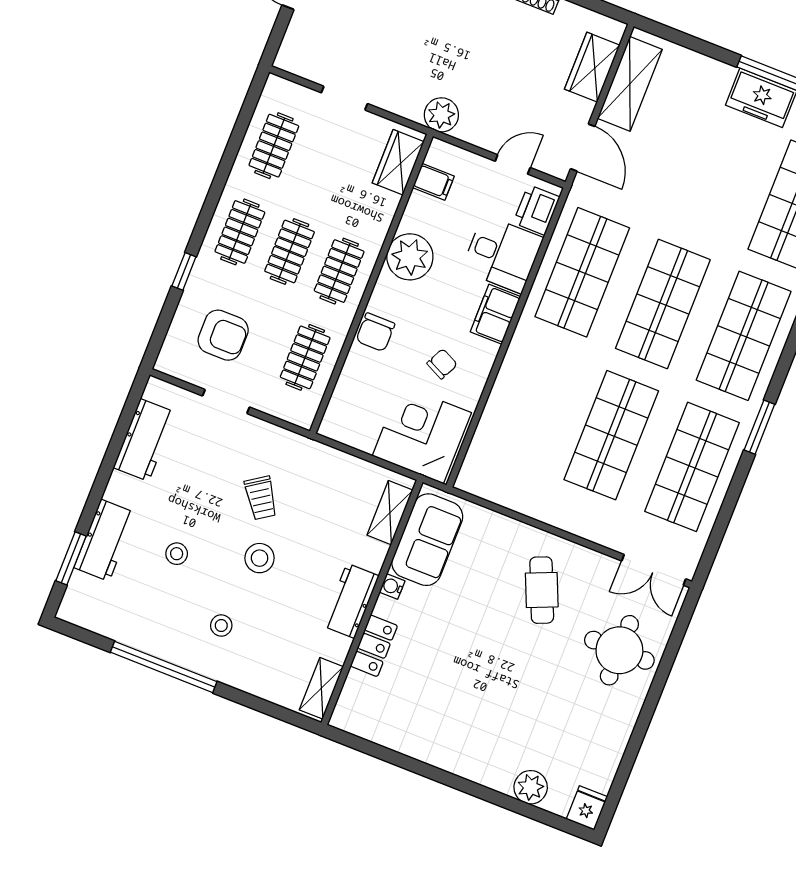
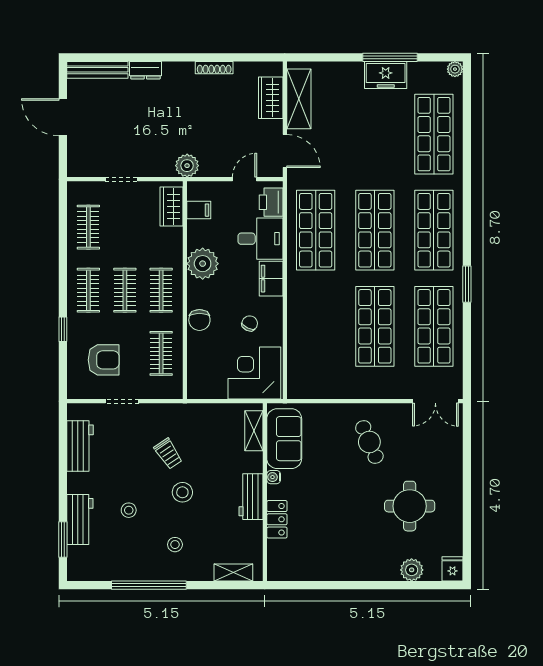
round table: (619, 650) -> (410, 506), moved
shelving: (321, 688) -> (233, 573), moved, turned 90

